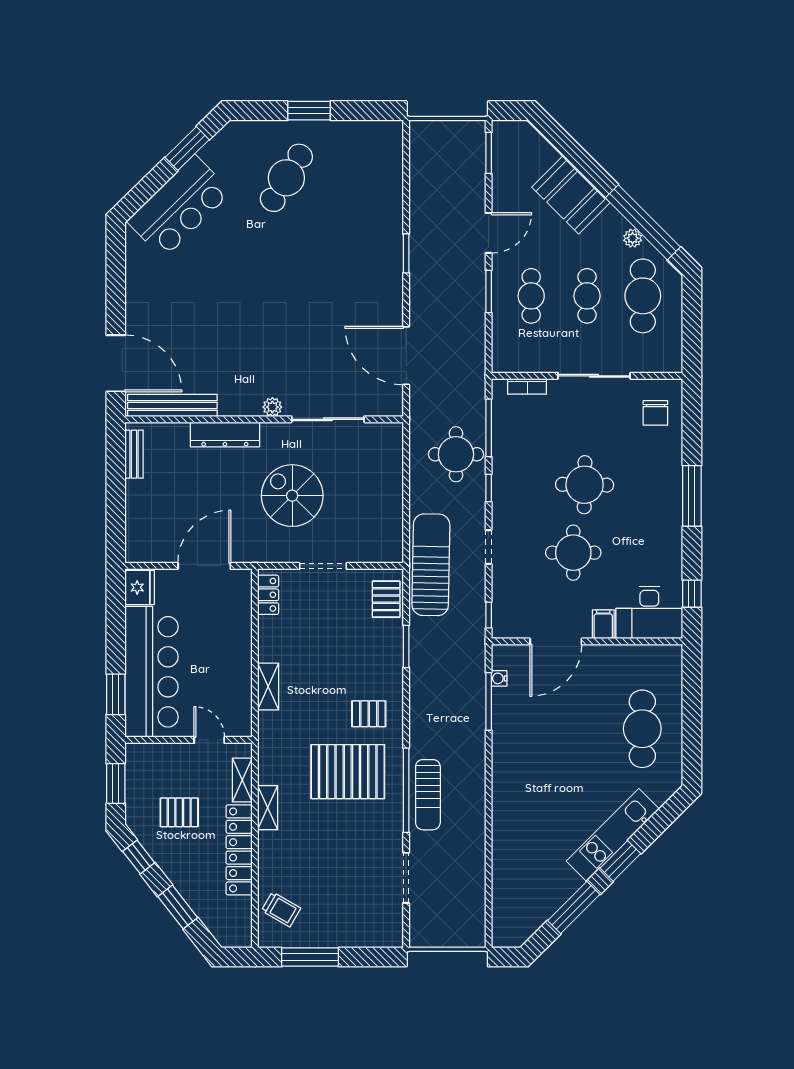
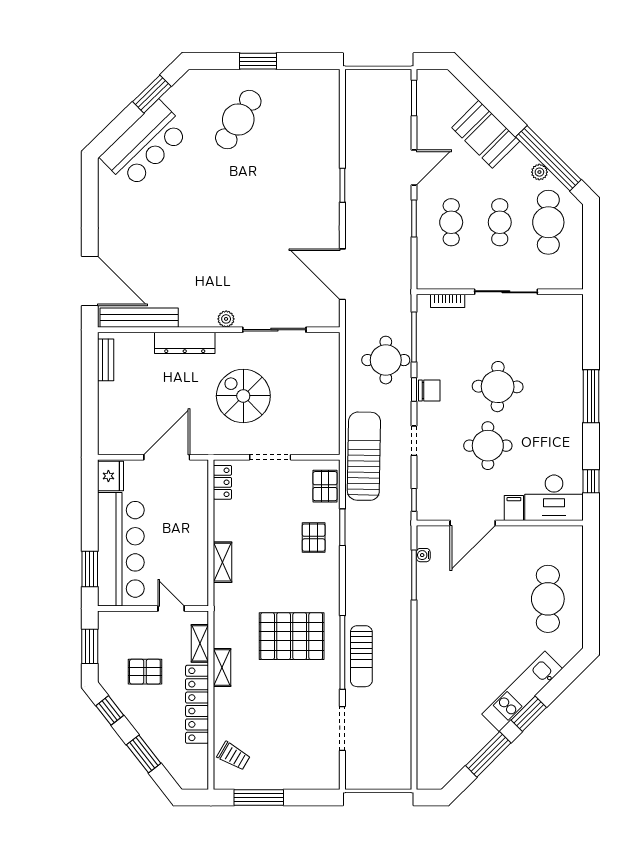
chair: (655, 413) -> (429, 390), moved, turned -90
pallet: (369, 714) -> (314, 538), moved, turned 90

